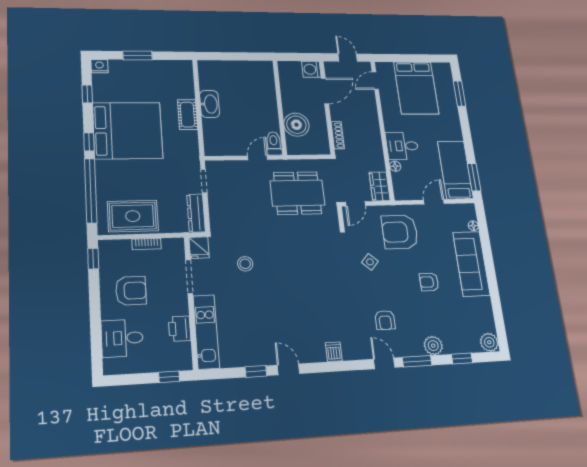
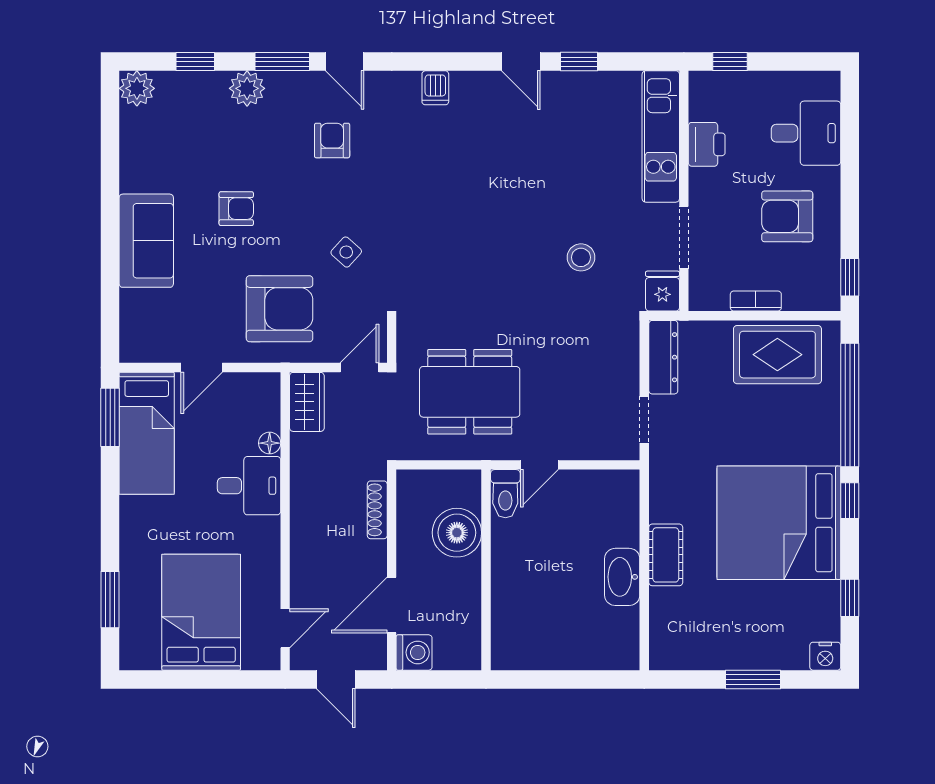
floor lamp: (473, 226) -> (129, 317), removed
sofa: (471, 264) -> (146, 241), width x0.73

